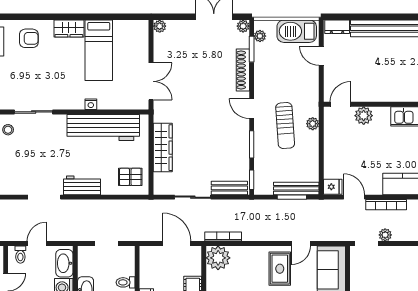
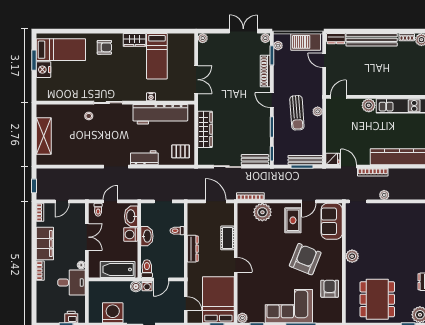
plant: (364, 116) -> (369, 105), moved
plant: (385, 235) -> (384, 195), moved
plant: (218, 258) -> (262, 212), moved

